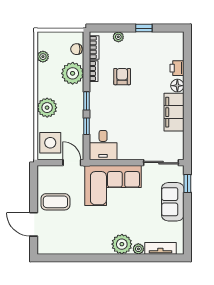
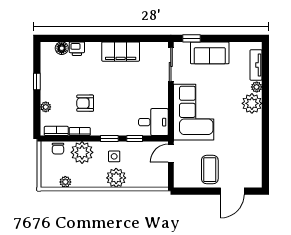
floor lamp: (177, 86) -> (62, 48), moved
side table: (50, 143) -> (114, 156), moved, width x0.54, depth x0.54

